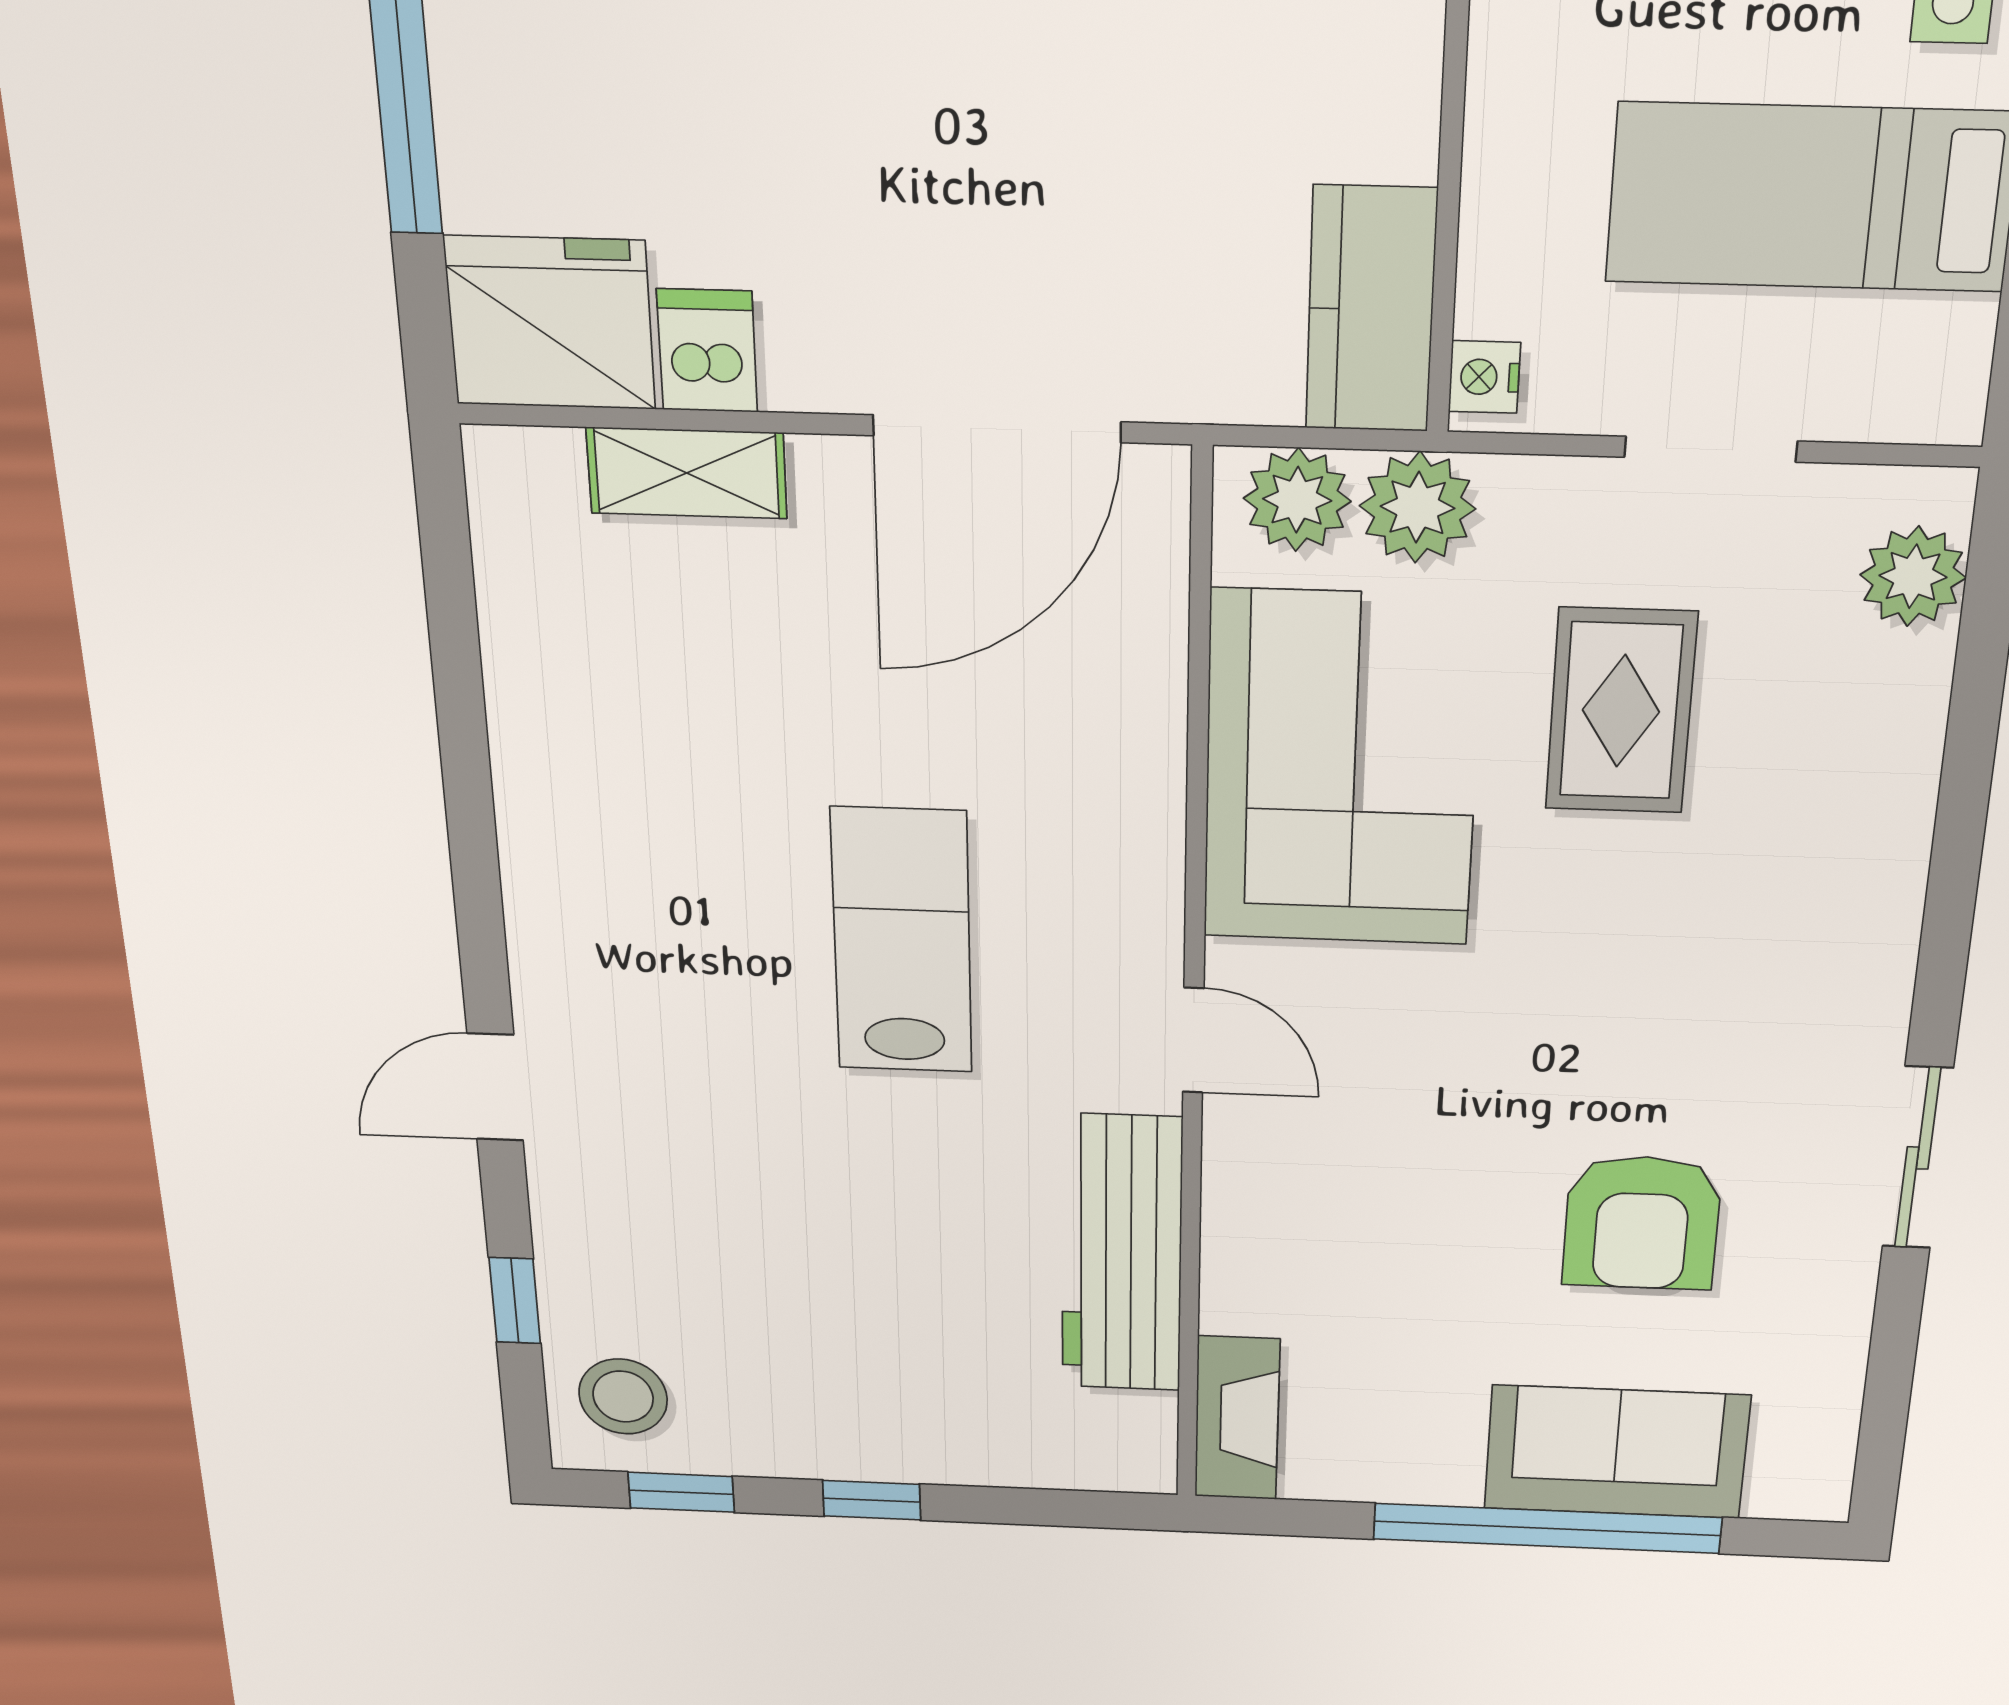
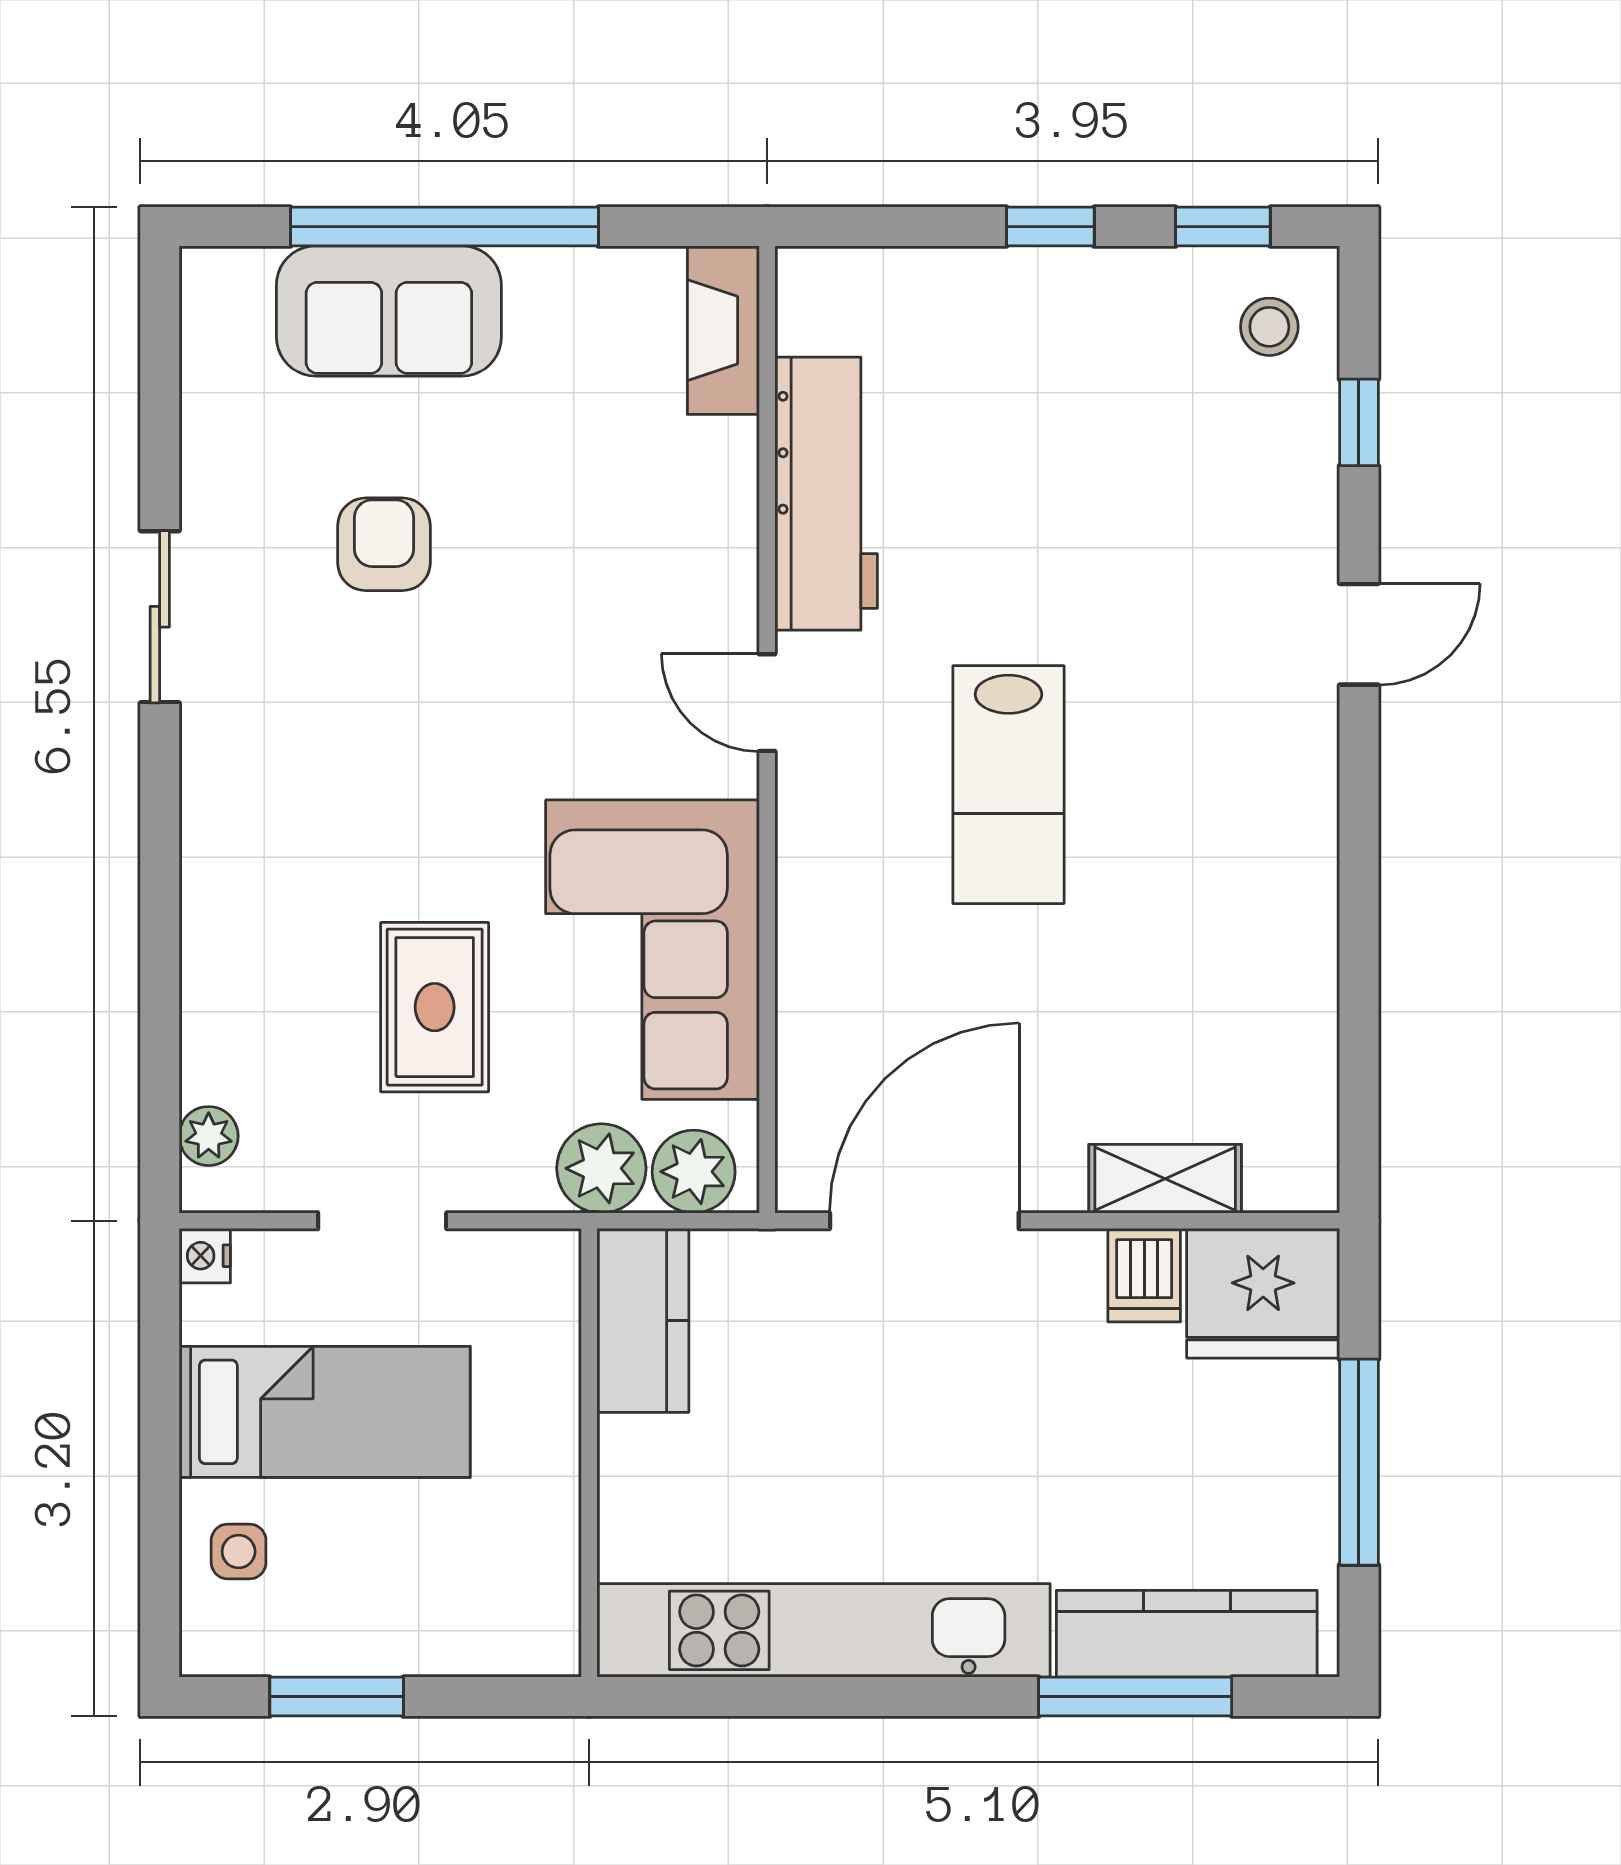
nightstand: (1484, 377) -> (205, 1256), moved, turned 180
plant: (1913, 576) -> (209, 1136), width x0.73, depth x0.73
armchair: (1642, 1223) -> (384, 544), width x0.72, depth x0.72
stool: (623, 1397) -> (1269, 327), width x0.73, depth x0.73

